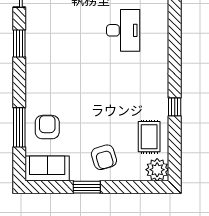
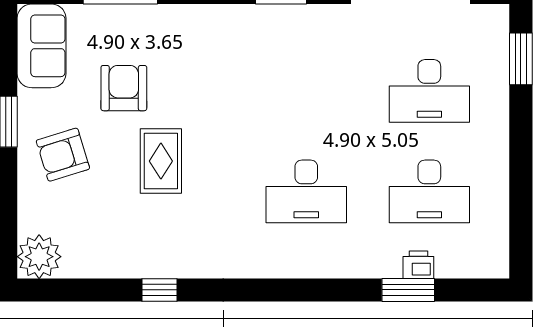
armchair: (47, 127) -> (124, 88), moved, turned -90
rug: (149, 137) -> (161, 161), moved, turned 90

